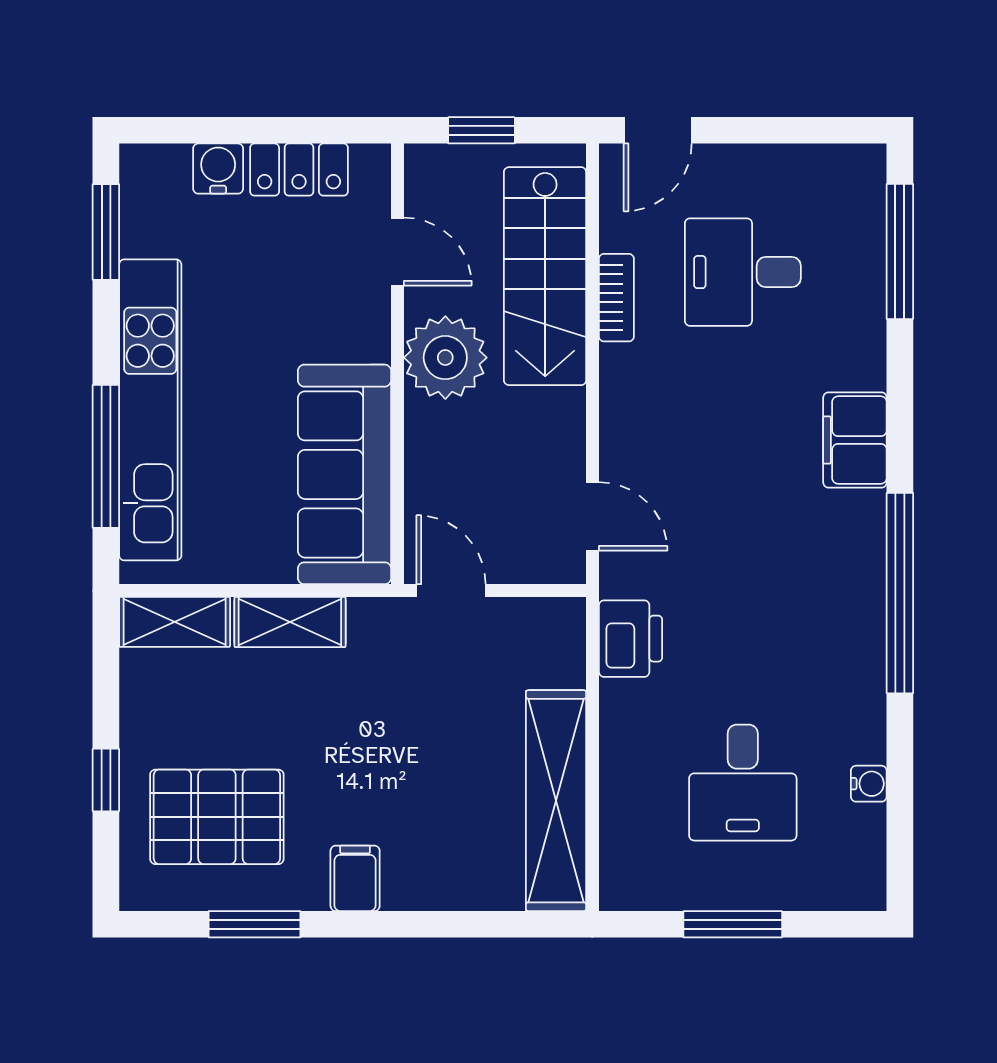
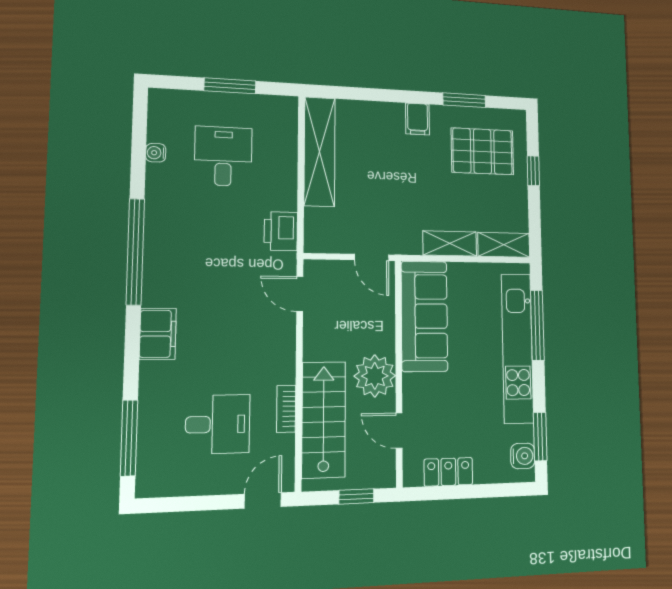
water cooler: (218, 169) -> (523, 456), moved, turned -90

